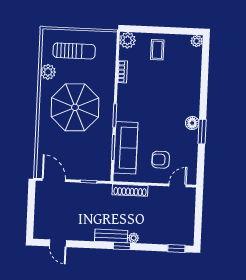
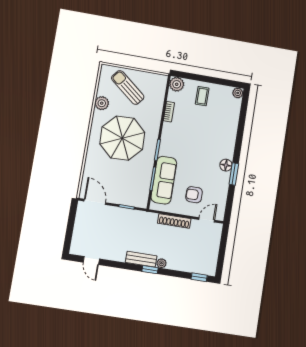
sun lounger: (74, 51) -> (128, 88), turned -141
shoe rack: (130, 190) -> (174, 221), moved

